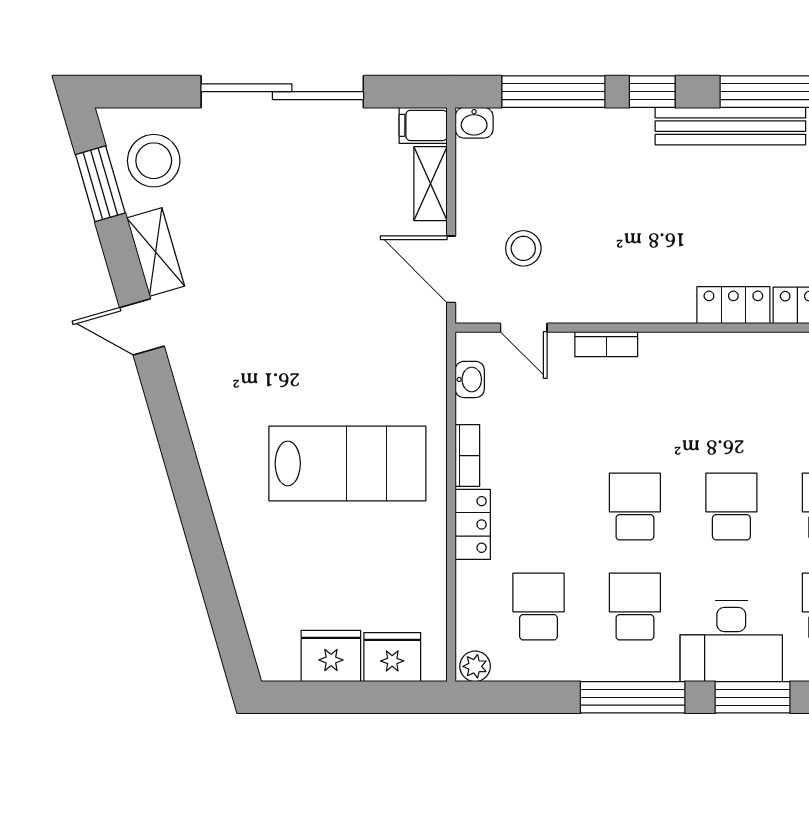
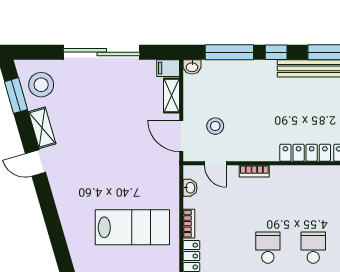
locker: (733, 305) -> (305, 153), width x1.53

